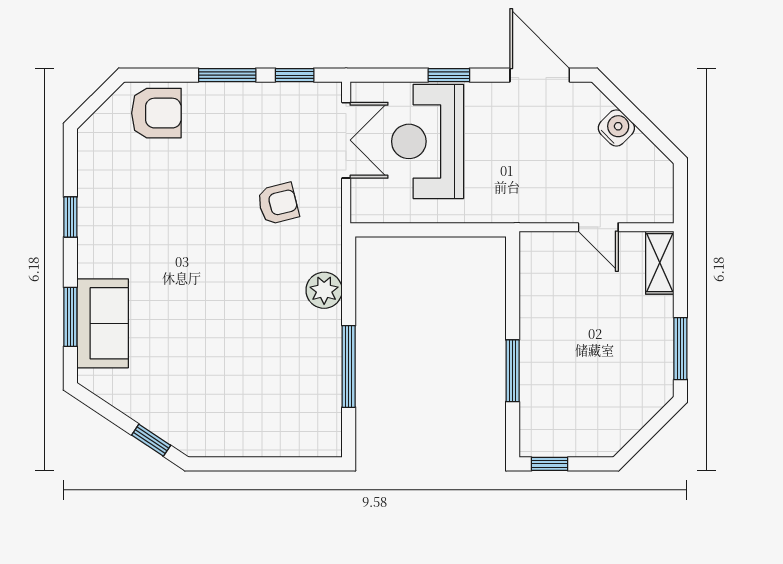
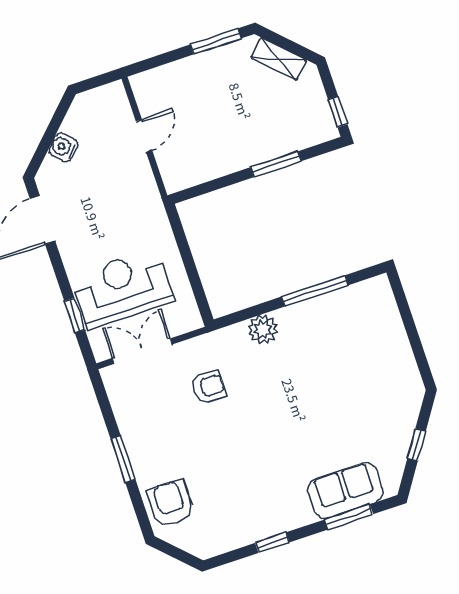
window: (295, 75) -> (106, 407), removed
window: (449, 75) -> (75, 315), moved
reception desk: (428, 141) -> (122, 288), turned 180
armchair: (278, 204) -> (208, 387), turned 104
shelving: (660, 263) -> (279, 59), moved, turned 45
window: (151, 440) -> (416, 445), moved

